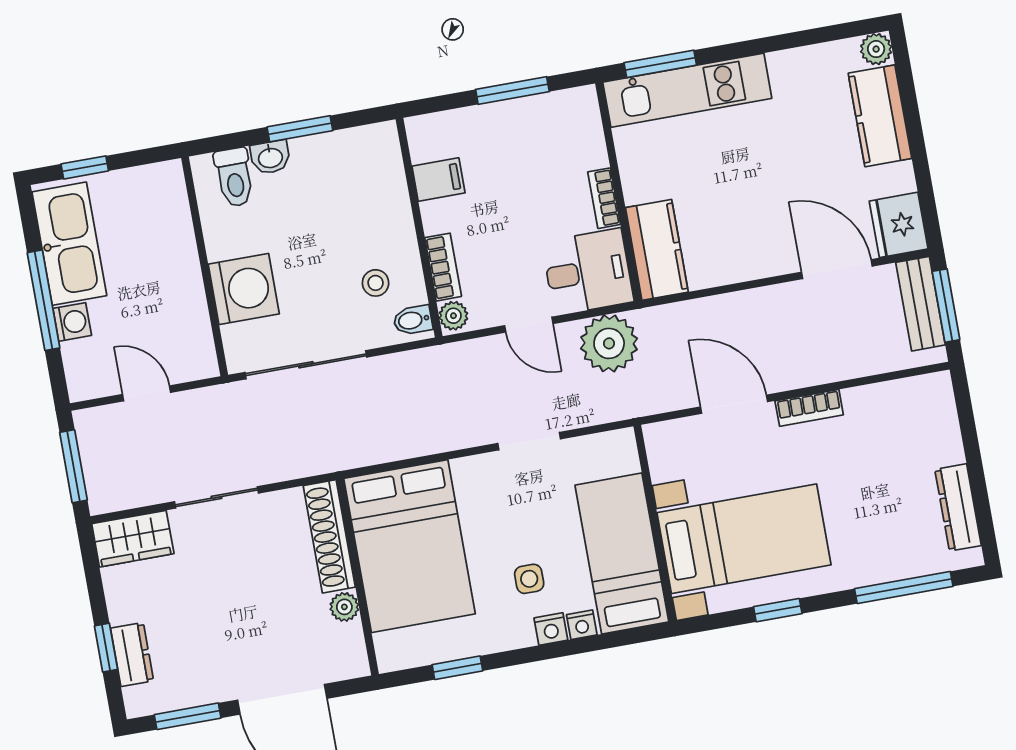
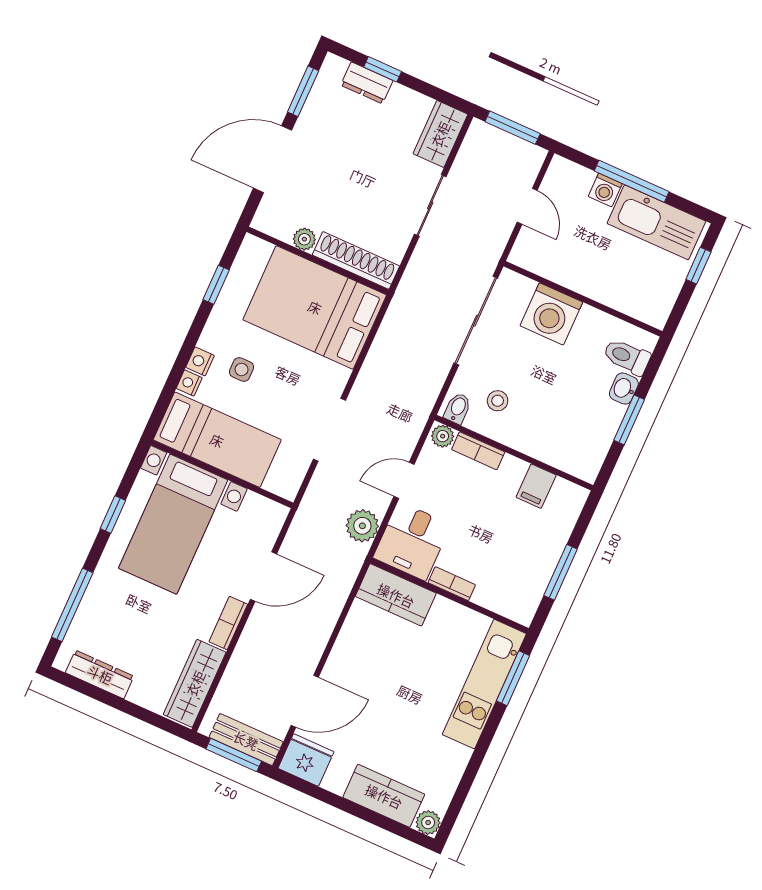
plant: (609, 343) -> (362, 526), width x0.73, depth x0.73
door: (147, 393) -> (527, 206), hinge flipped
wardrobe: (898, 400) -> (195, 683), added
doorway: (529, 441) -> (329, 430), width x1.38

